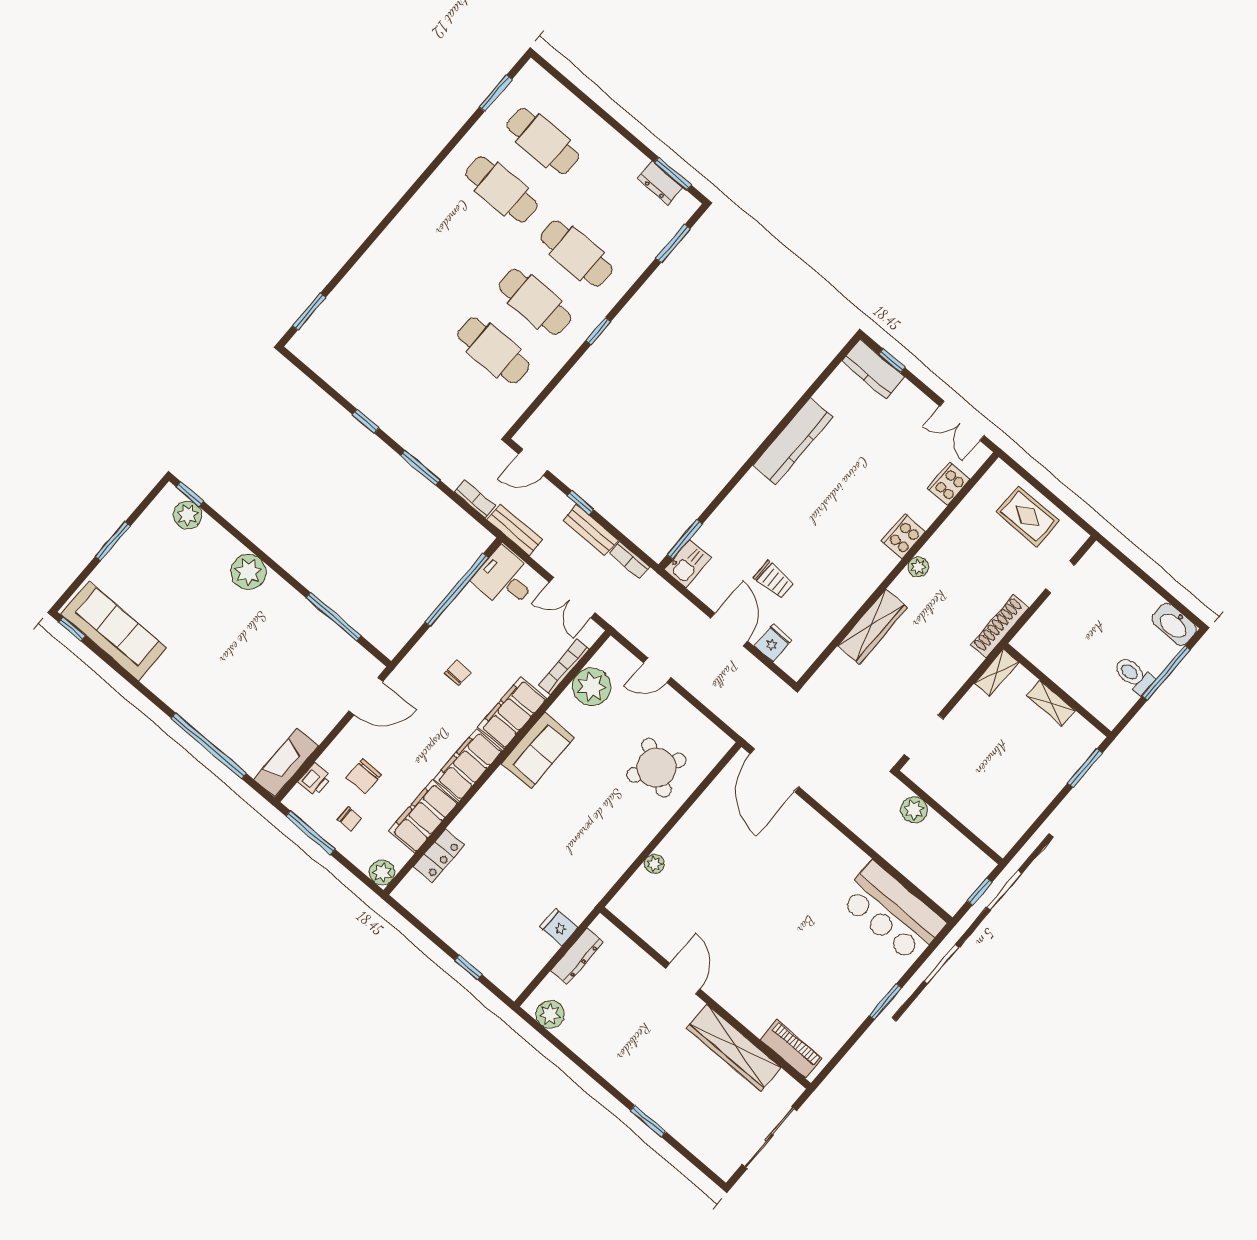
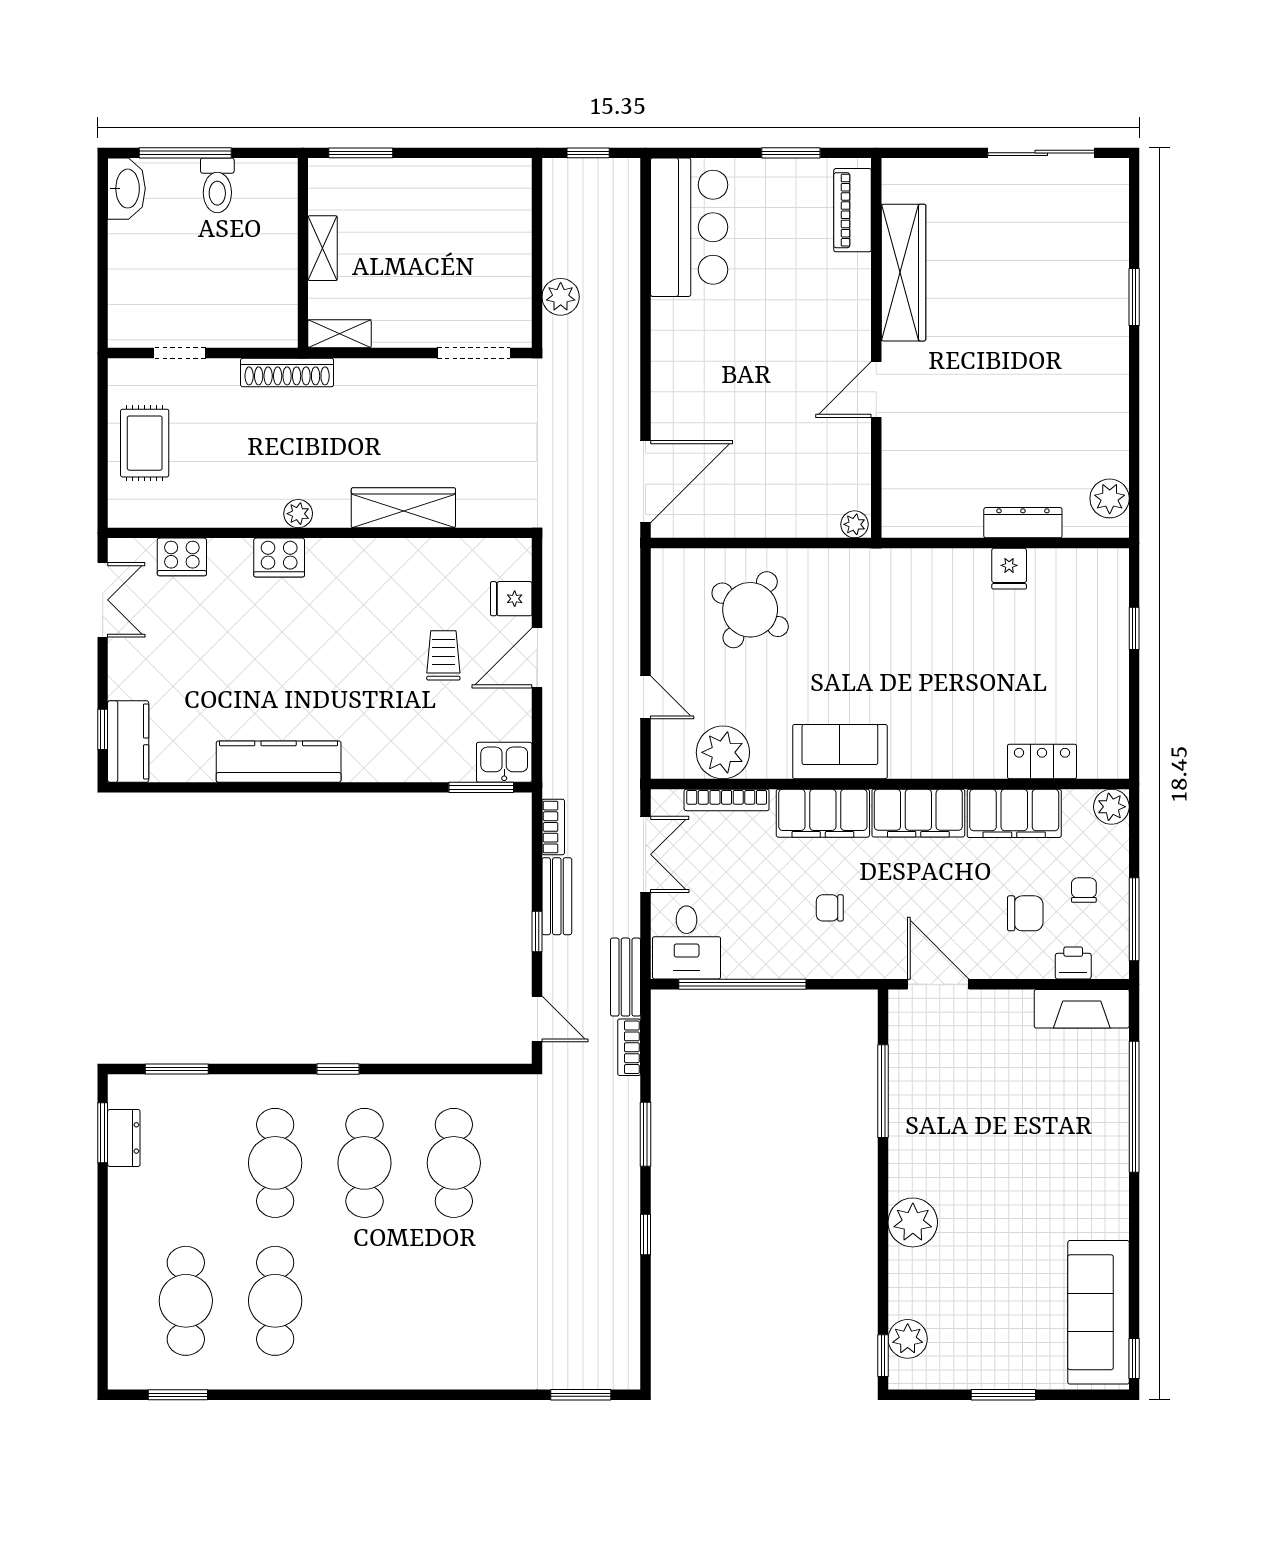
door: (683, 979) -> (876, 389), moved
wall: (705, 998) -> (876, 348), moved
wardrobe: (734, 1048) -> (904, 273), moved
piano: (791, 1049) -> (853, 210), moved

